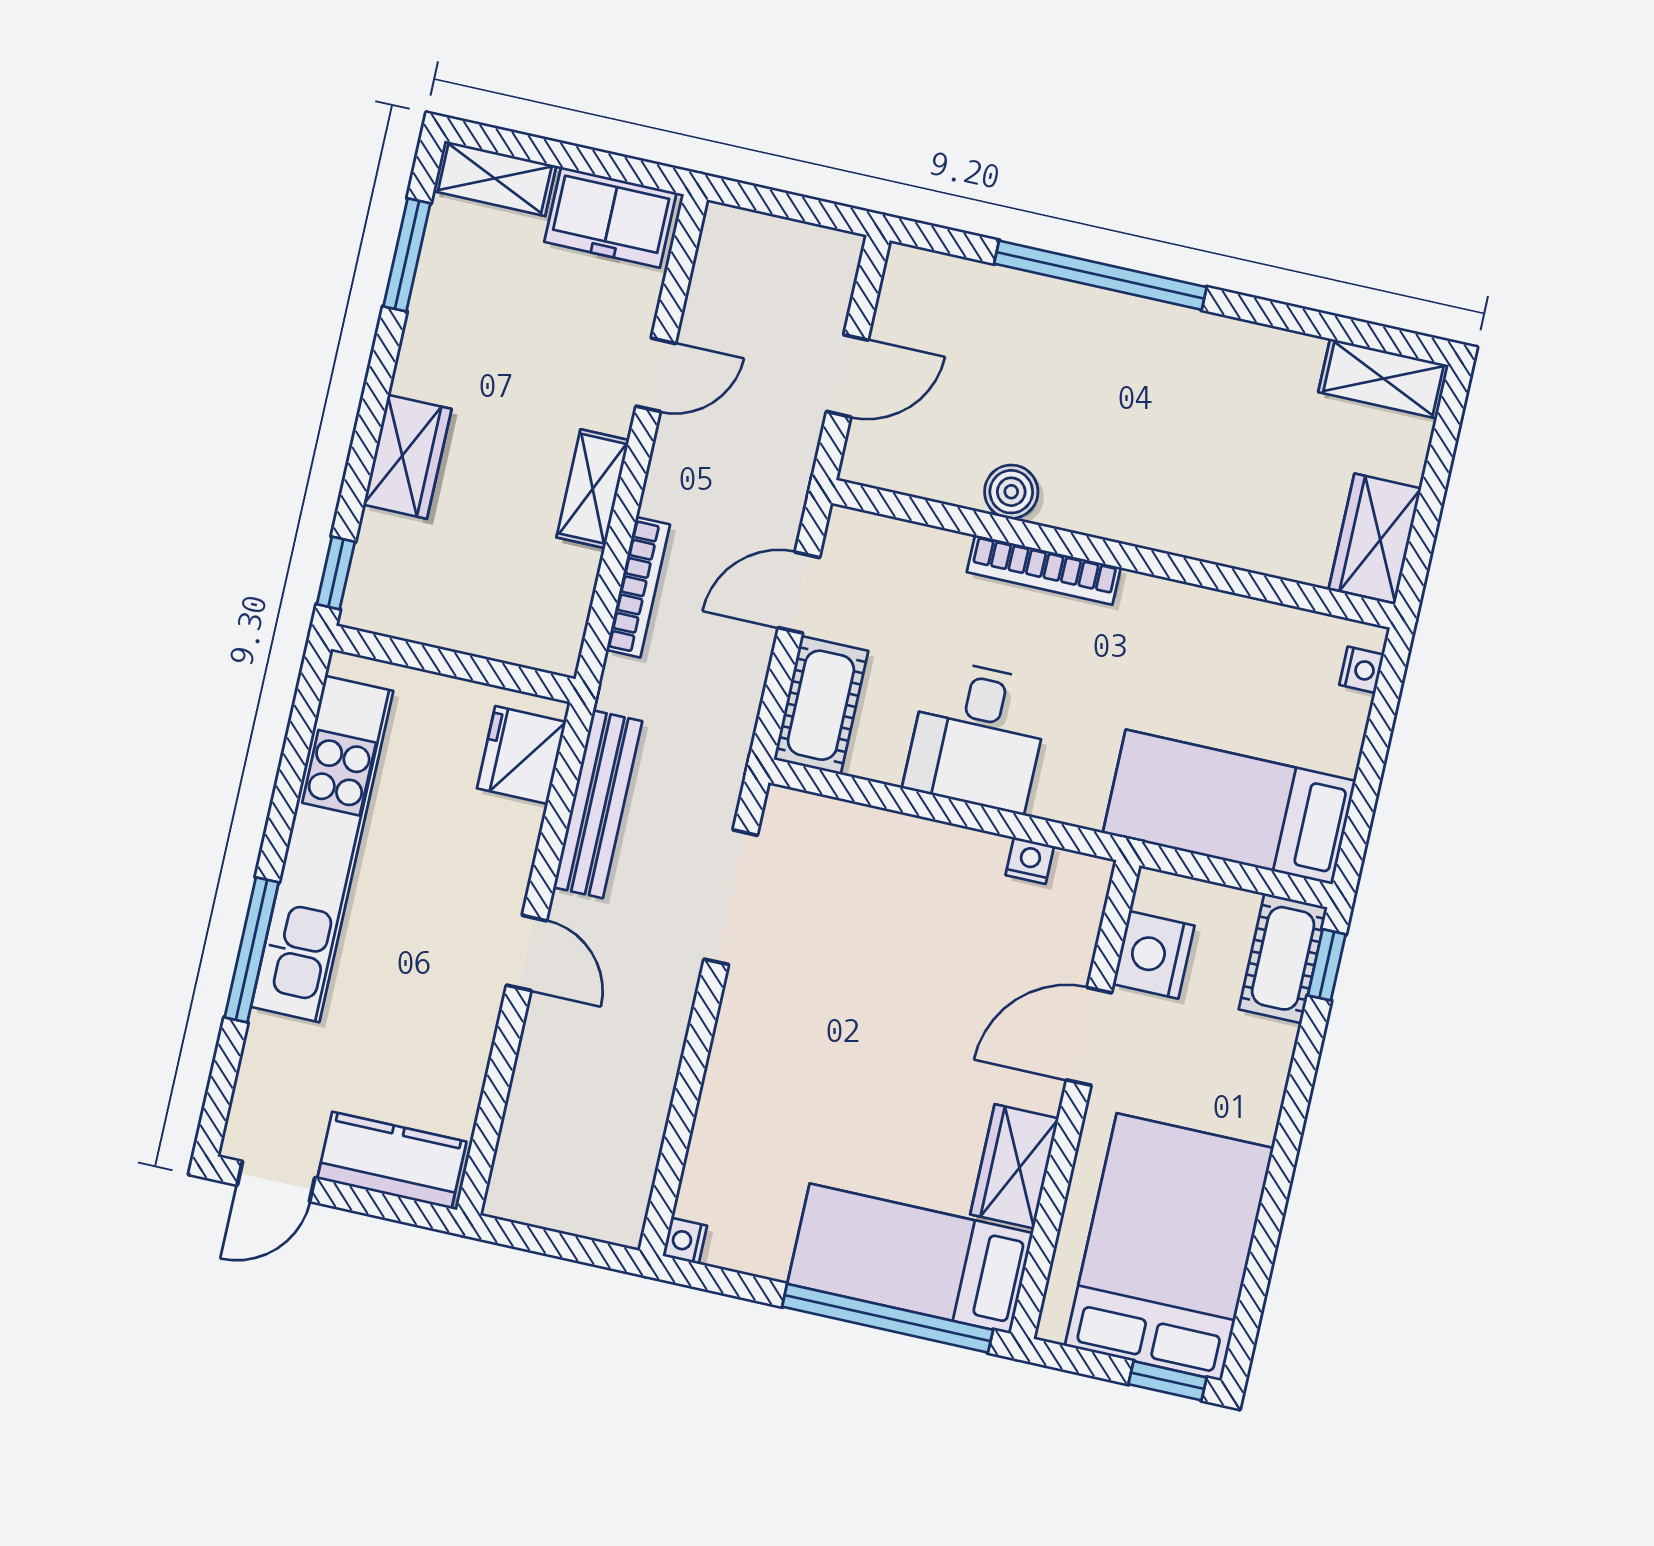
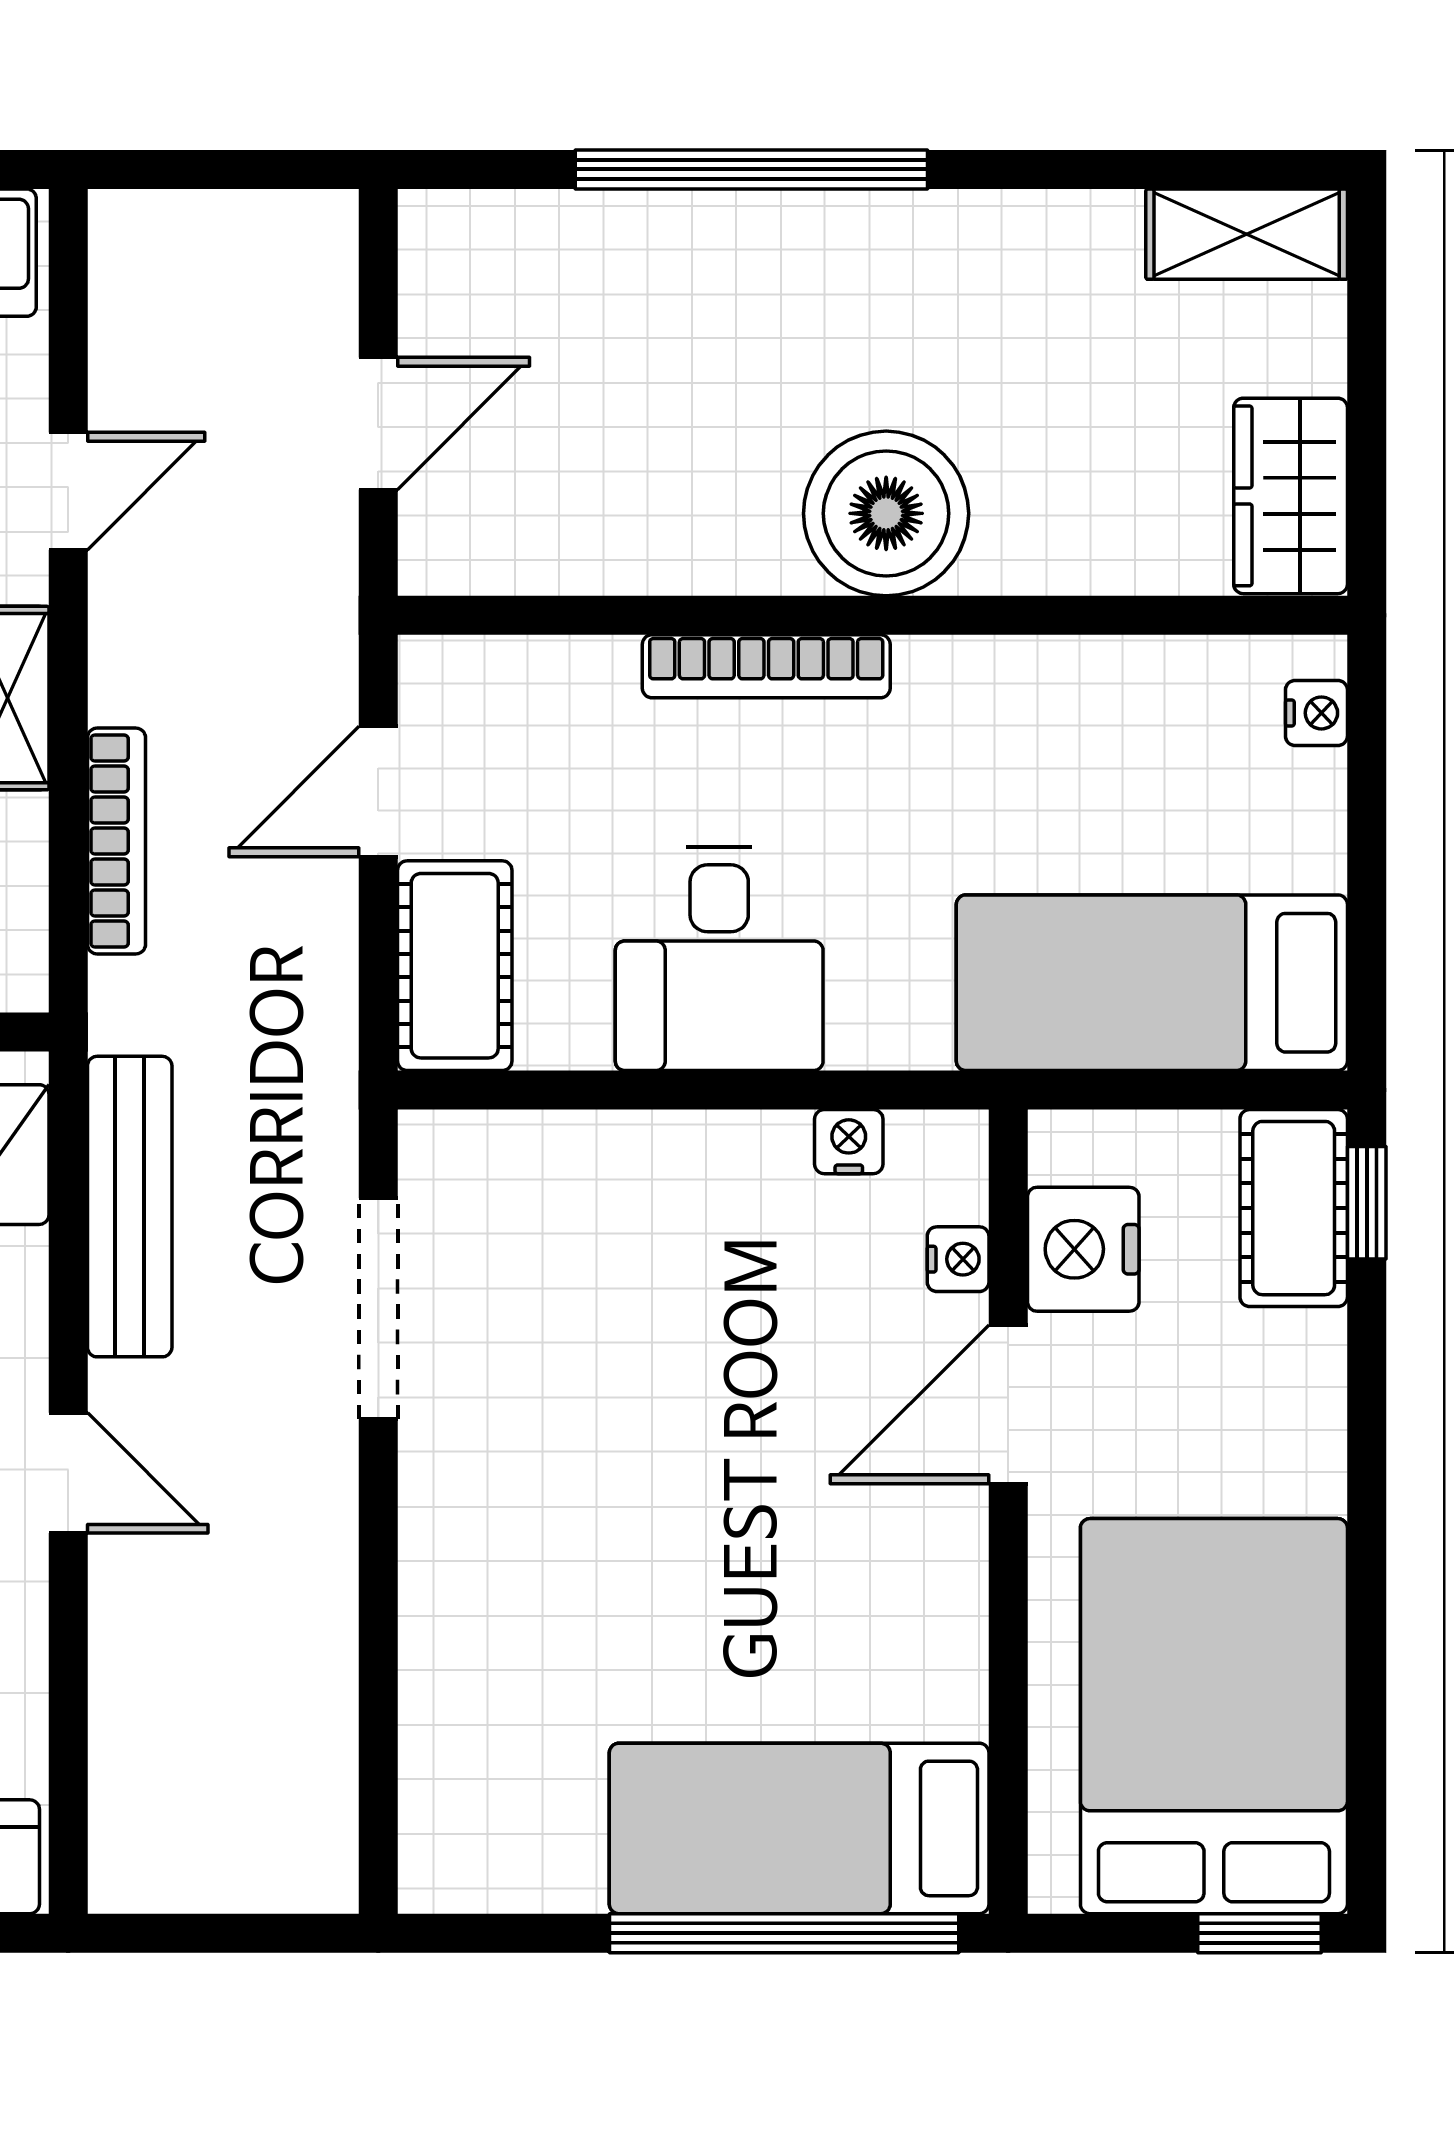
boiler: (1011, 492) -> (886, 513), moved, width x1.86, depth x1.86
wardrobe: (1014, 1166) -> (934, 1642), removed
nightstand: (685, 1241) -> (958, 1259), moved, turned 180

